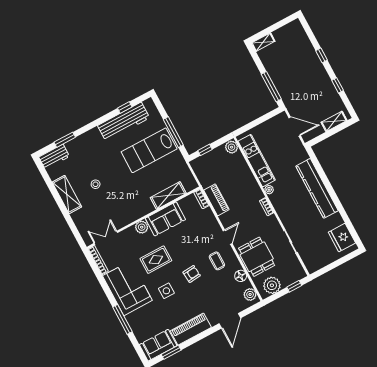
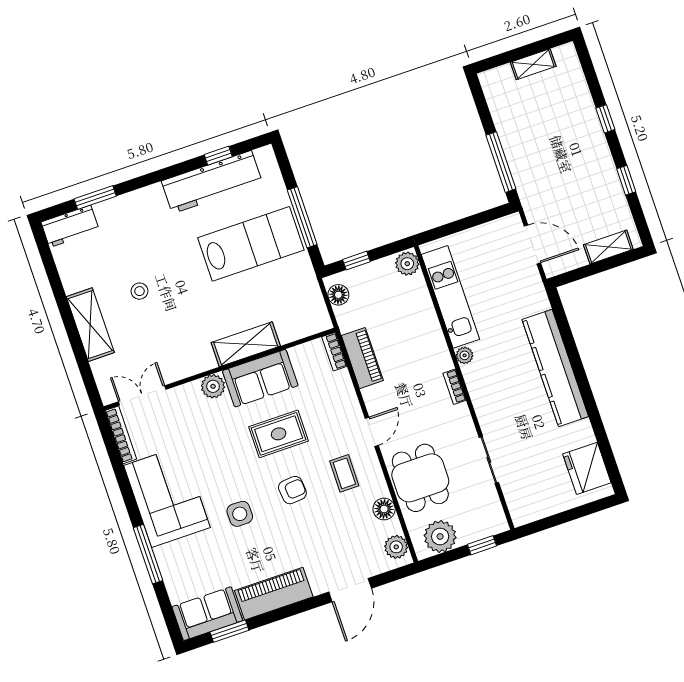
shelving: (263, 42) -> (533, 64), moved
lab bench: (149, 150) -> (251, 244), turned 180
floor lamp: (199, 169) -> (338, 295), added
shelving: (67, 194) -> (90, 325), moved
shelving: (168, 195) -> (246, 344), moved
rug: (156, 260) -> (279, 434), moved

